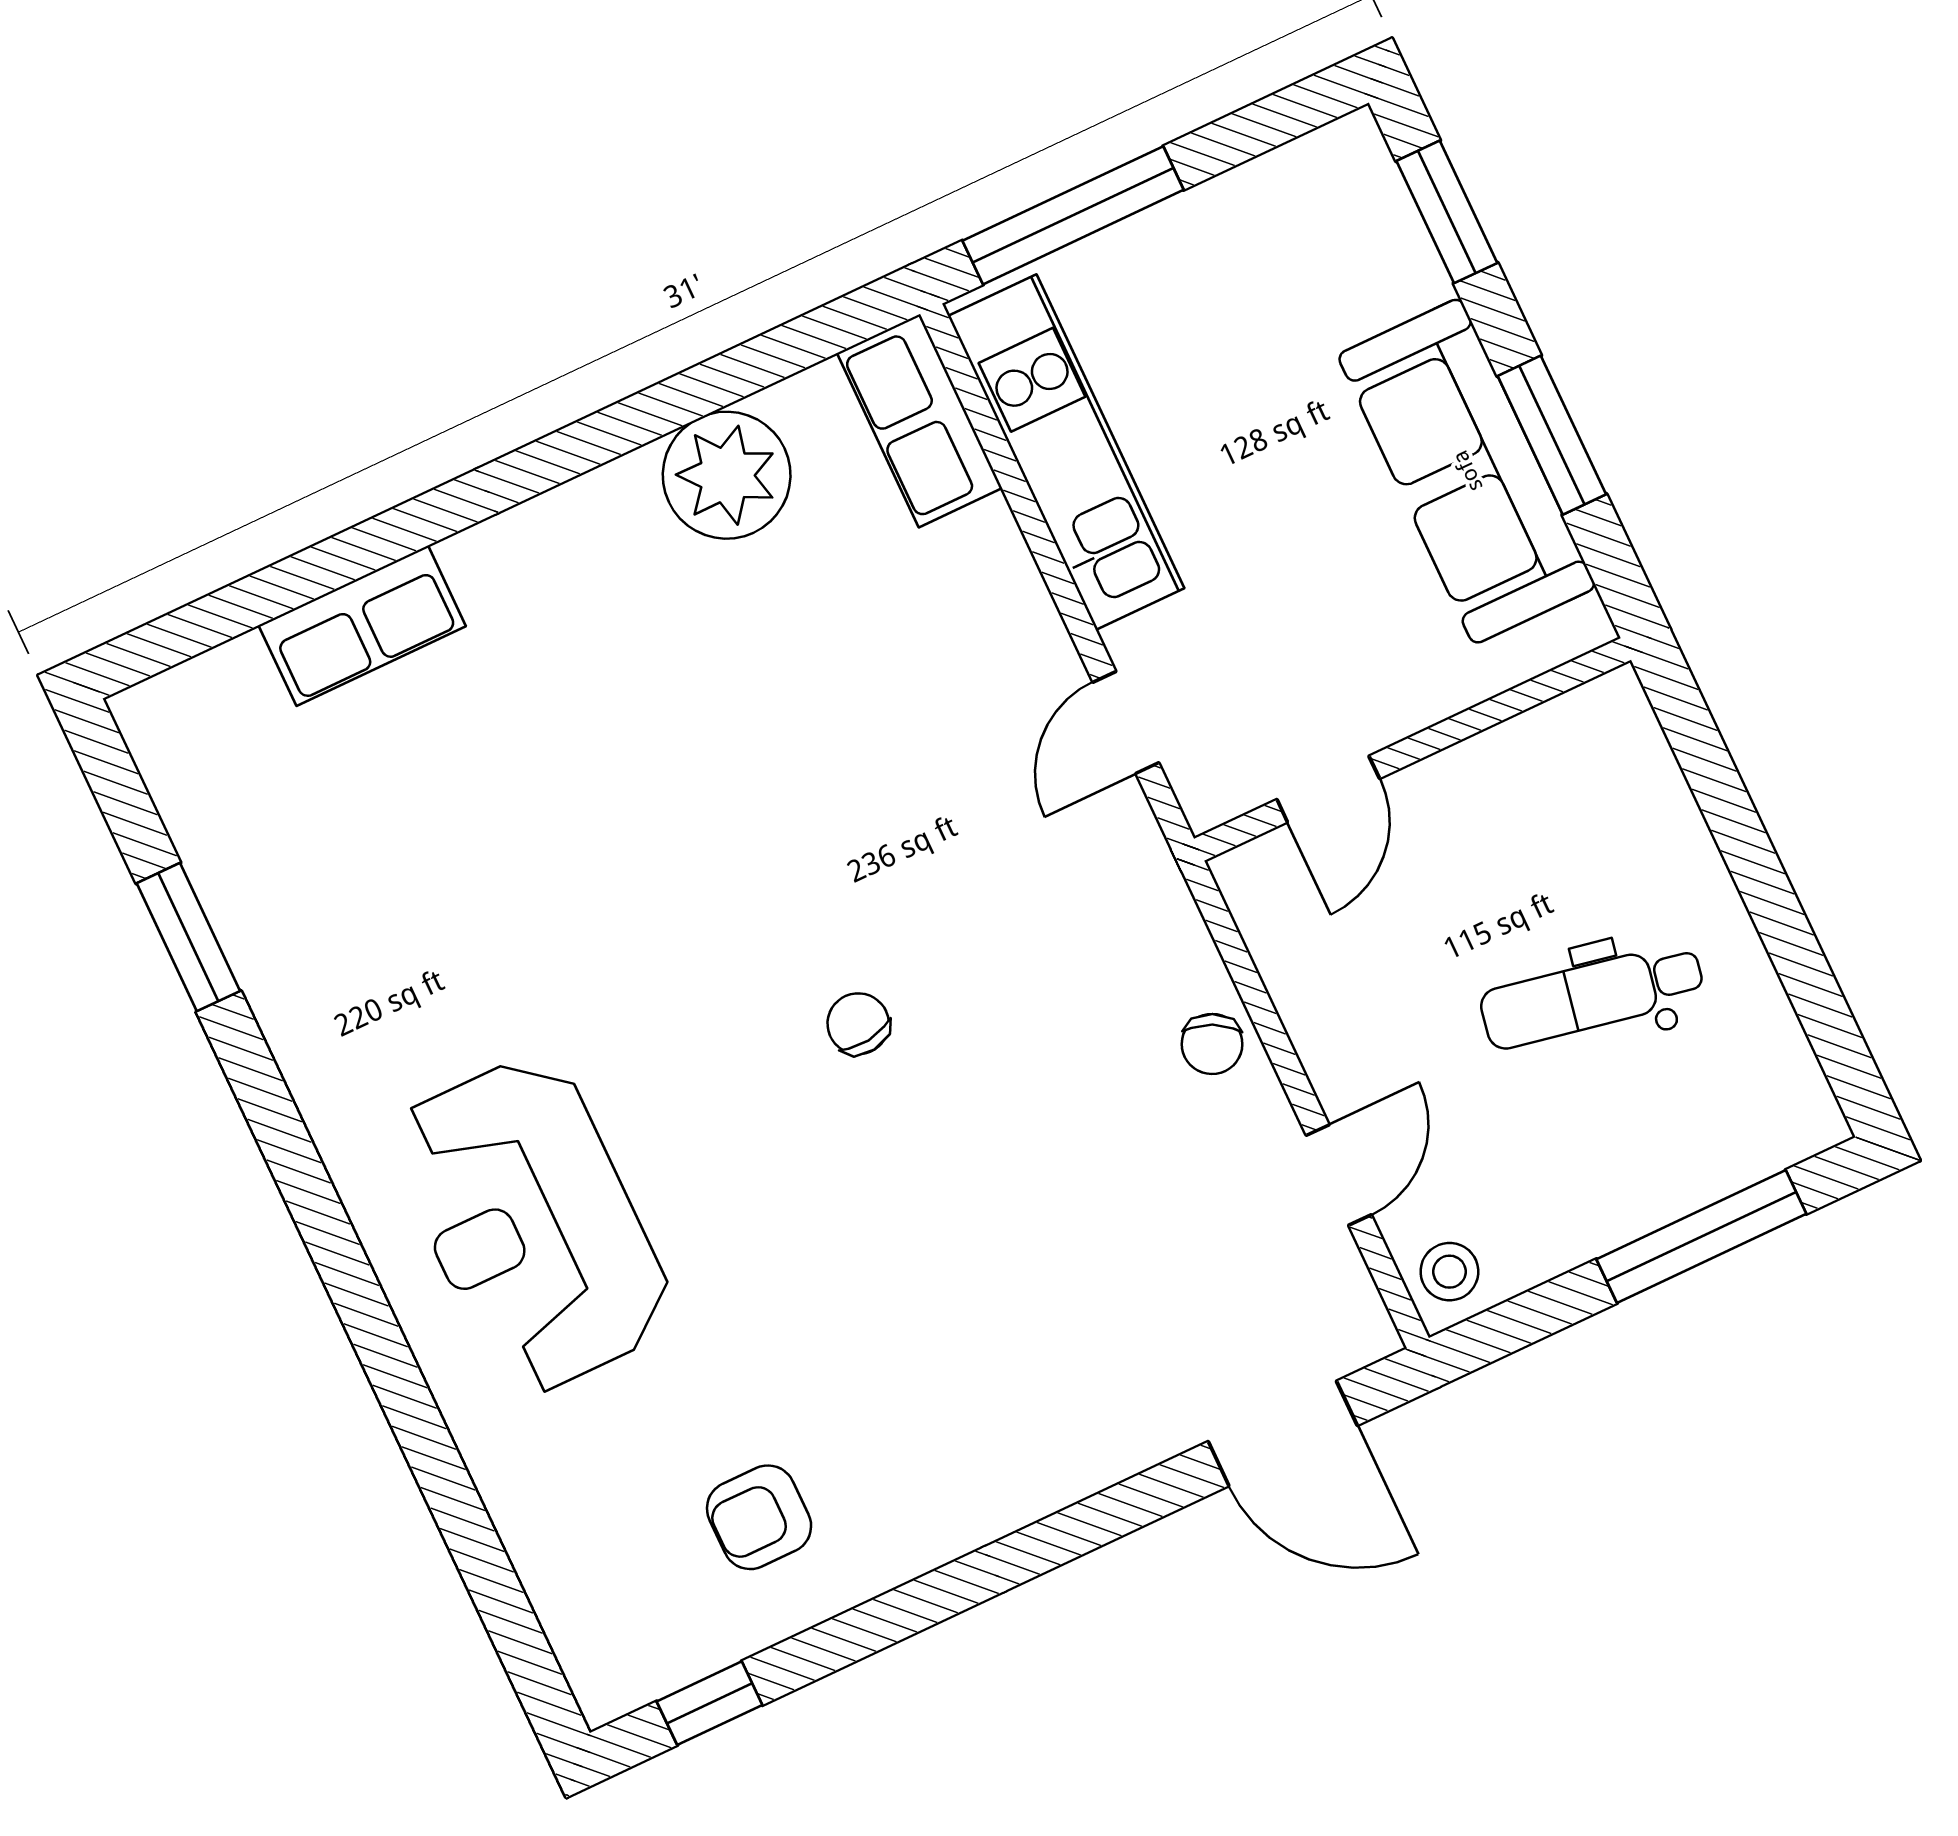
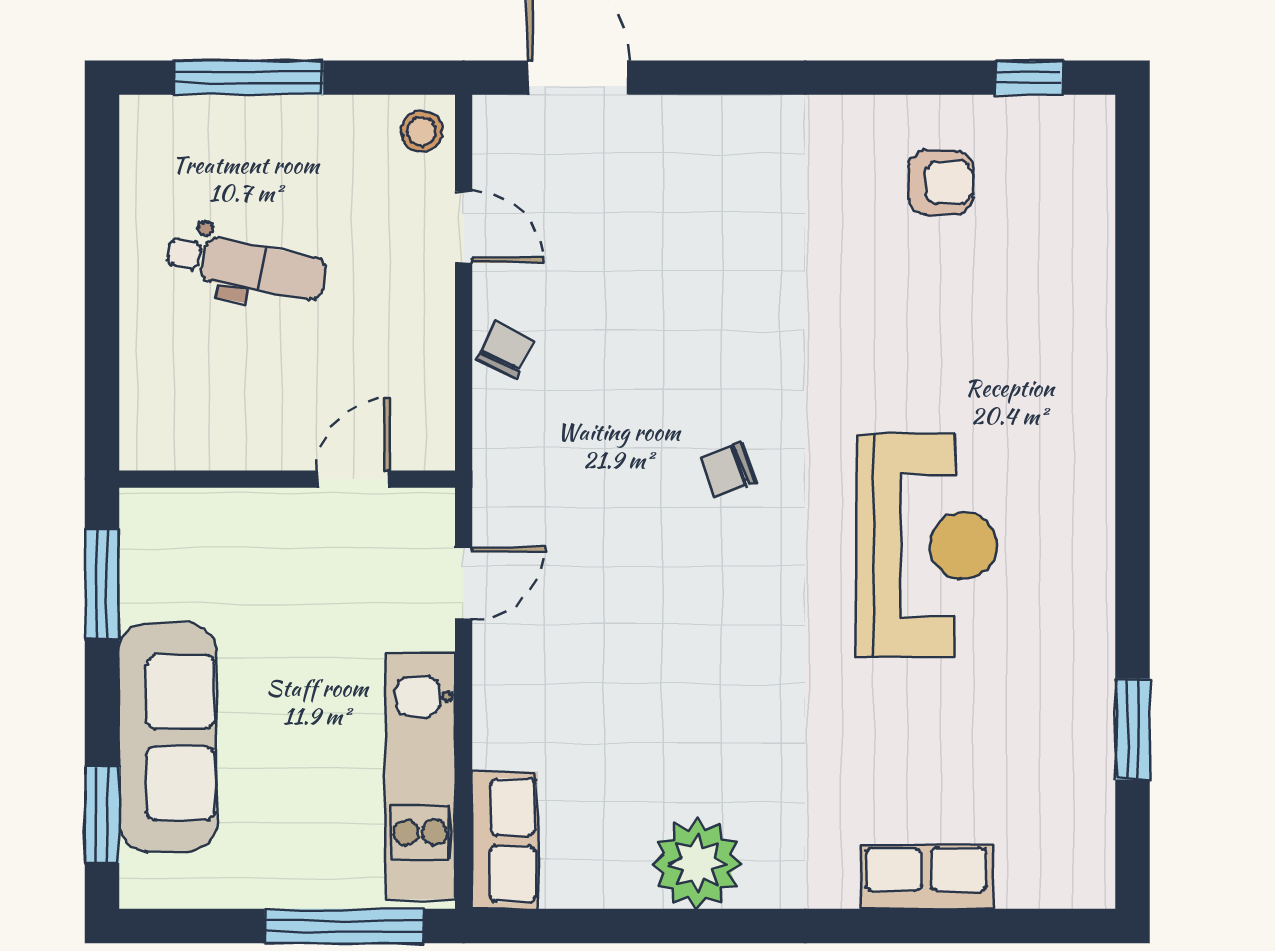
window: (1552, 435) -> (102, 584), moved
sofa: (1467, 471) -> (168, 737), moved
plant: (727, 475) -> (697, 864), moved
chair: (858, 1024) -> (727, 470), turned 77
door: (1339, 1175) -> (464, 227), swing flipped
reception desk: (531, 1225) -> (927, 546), moved

